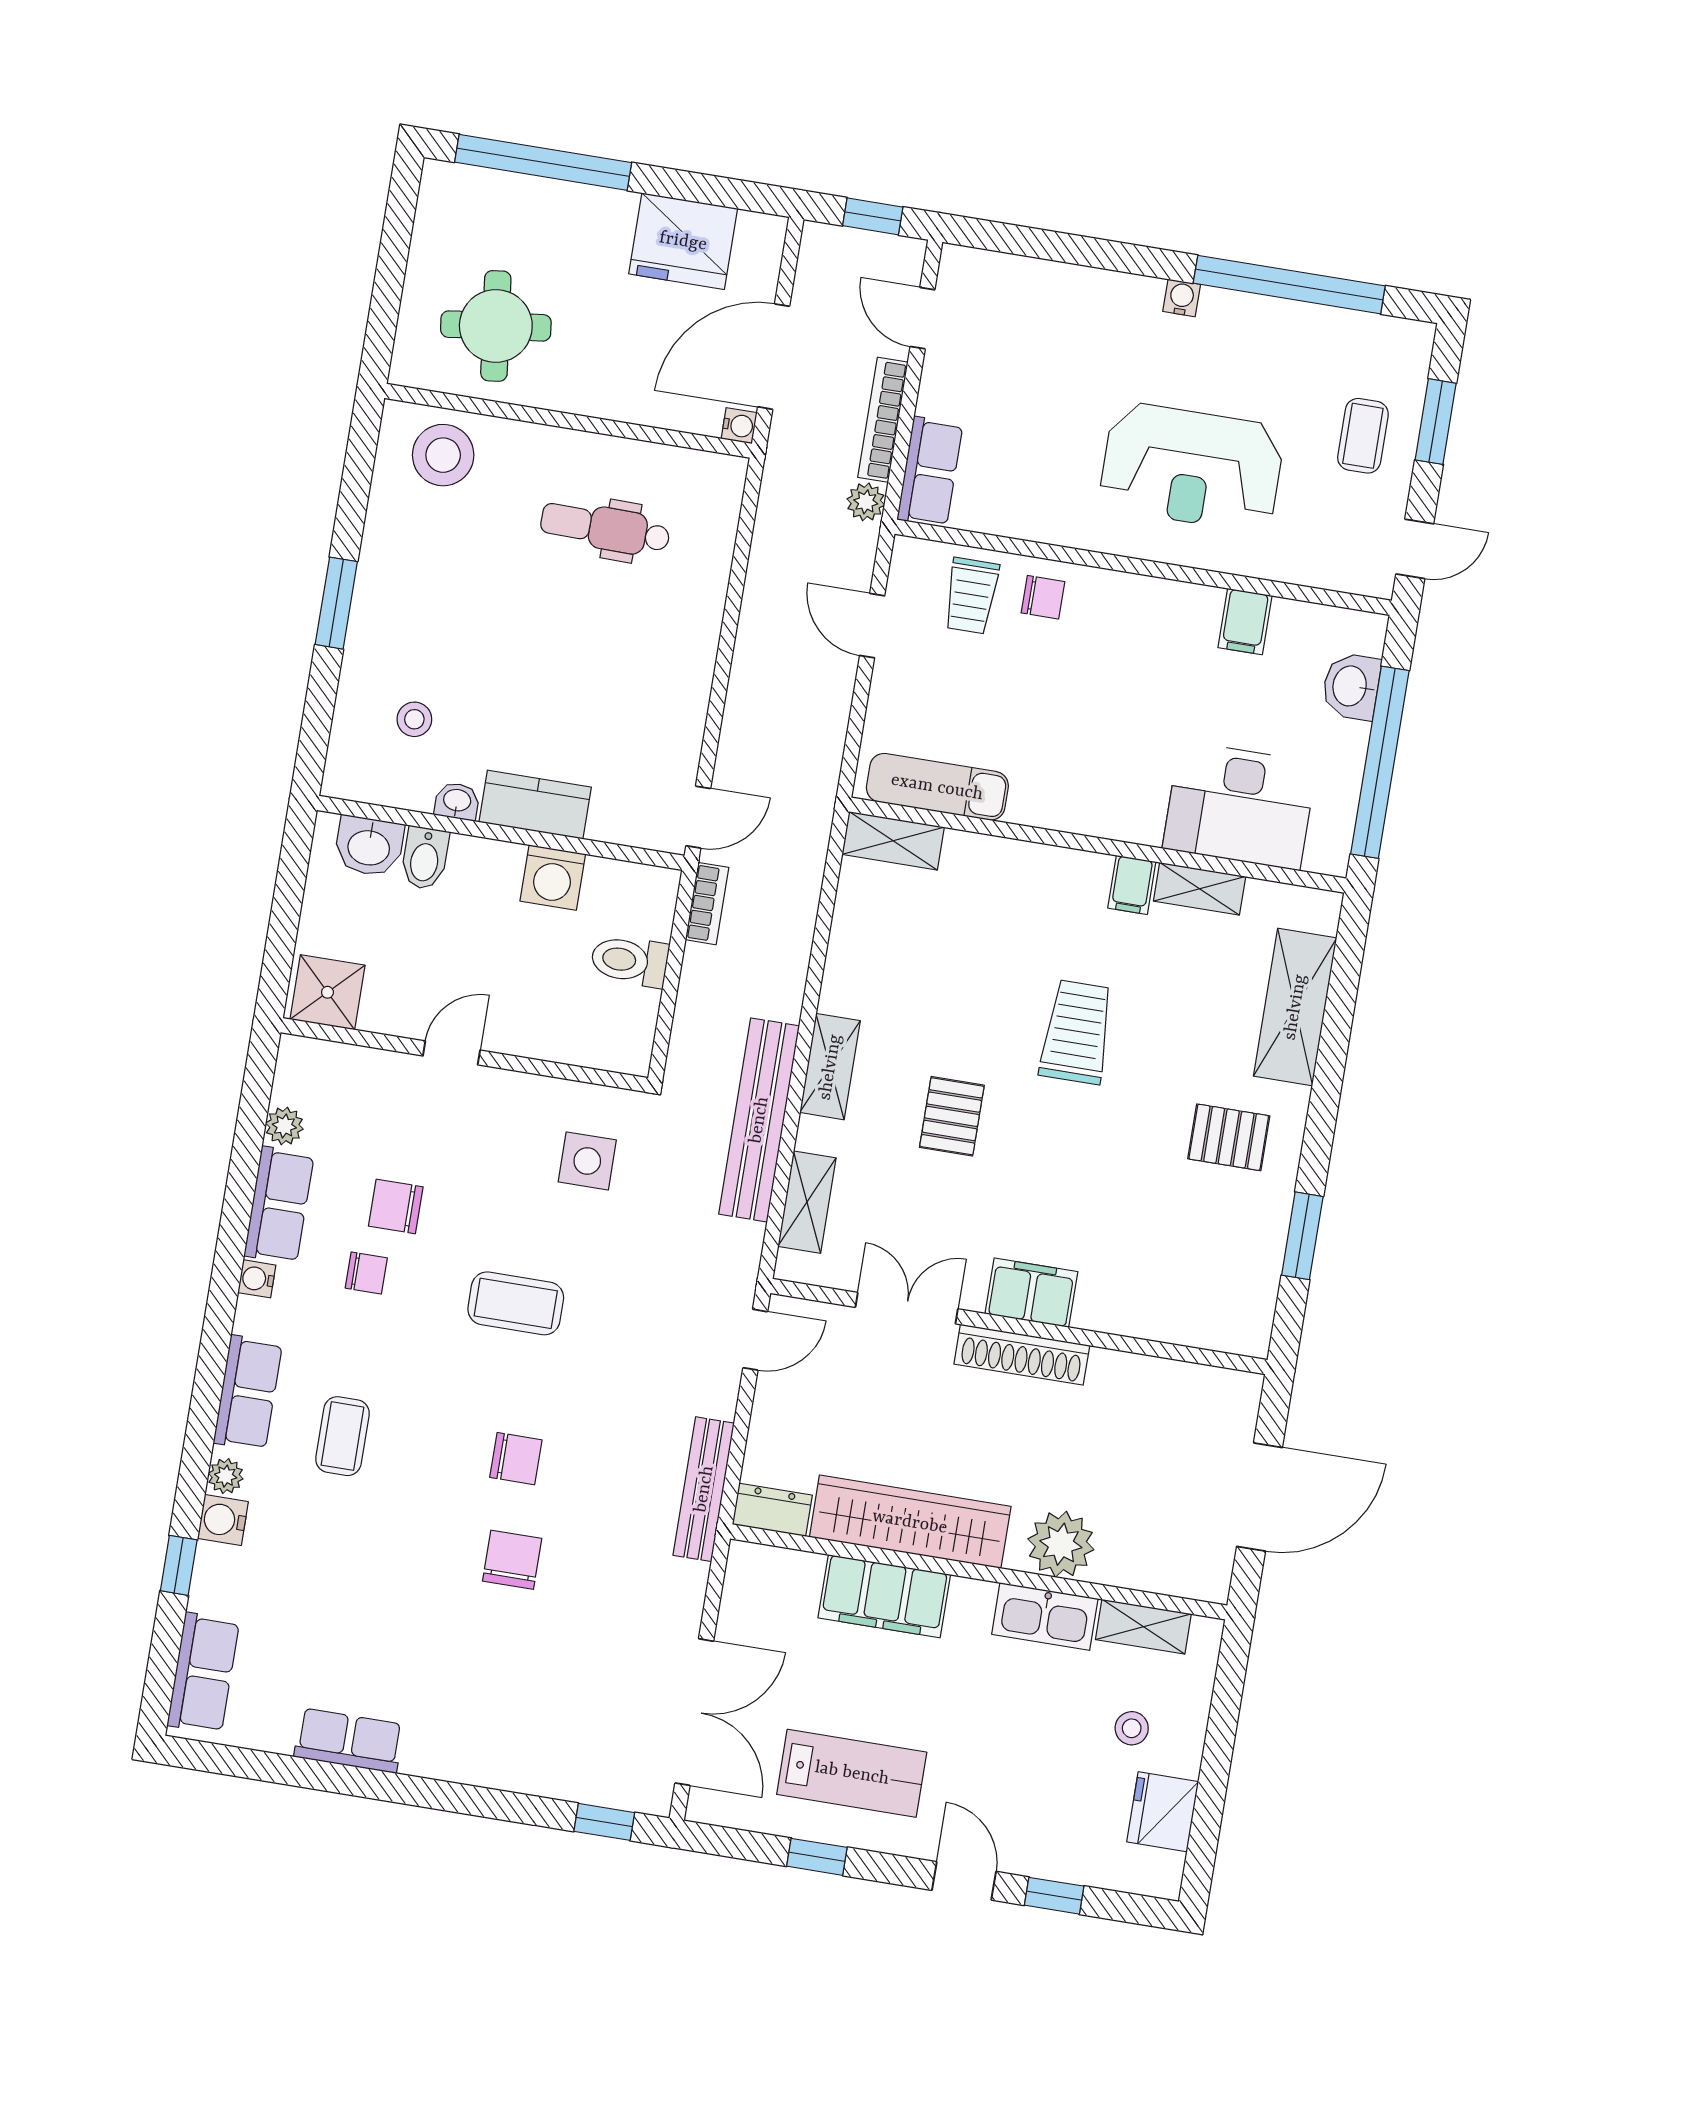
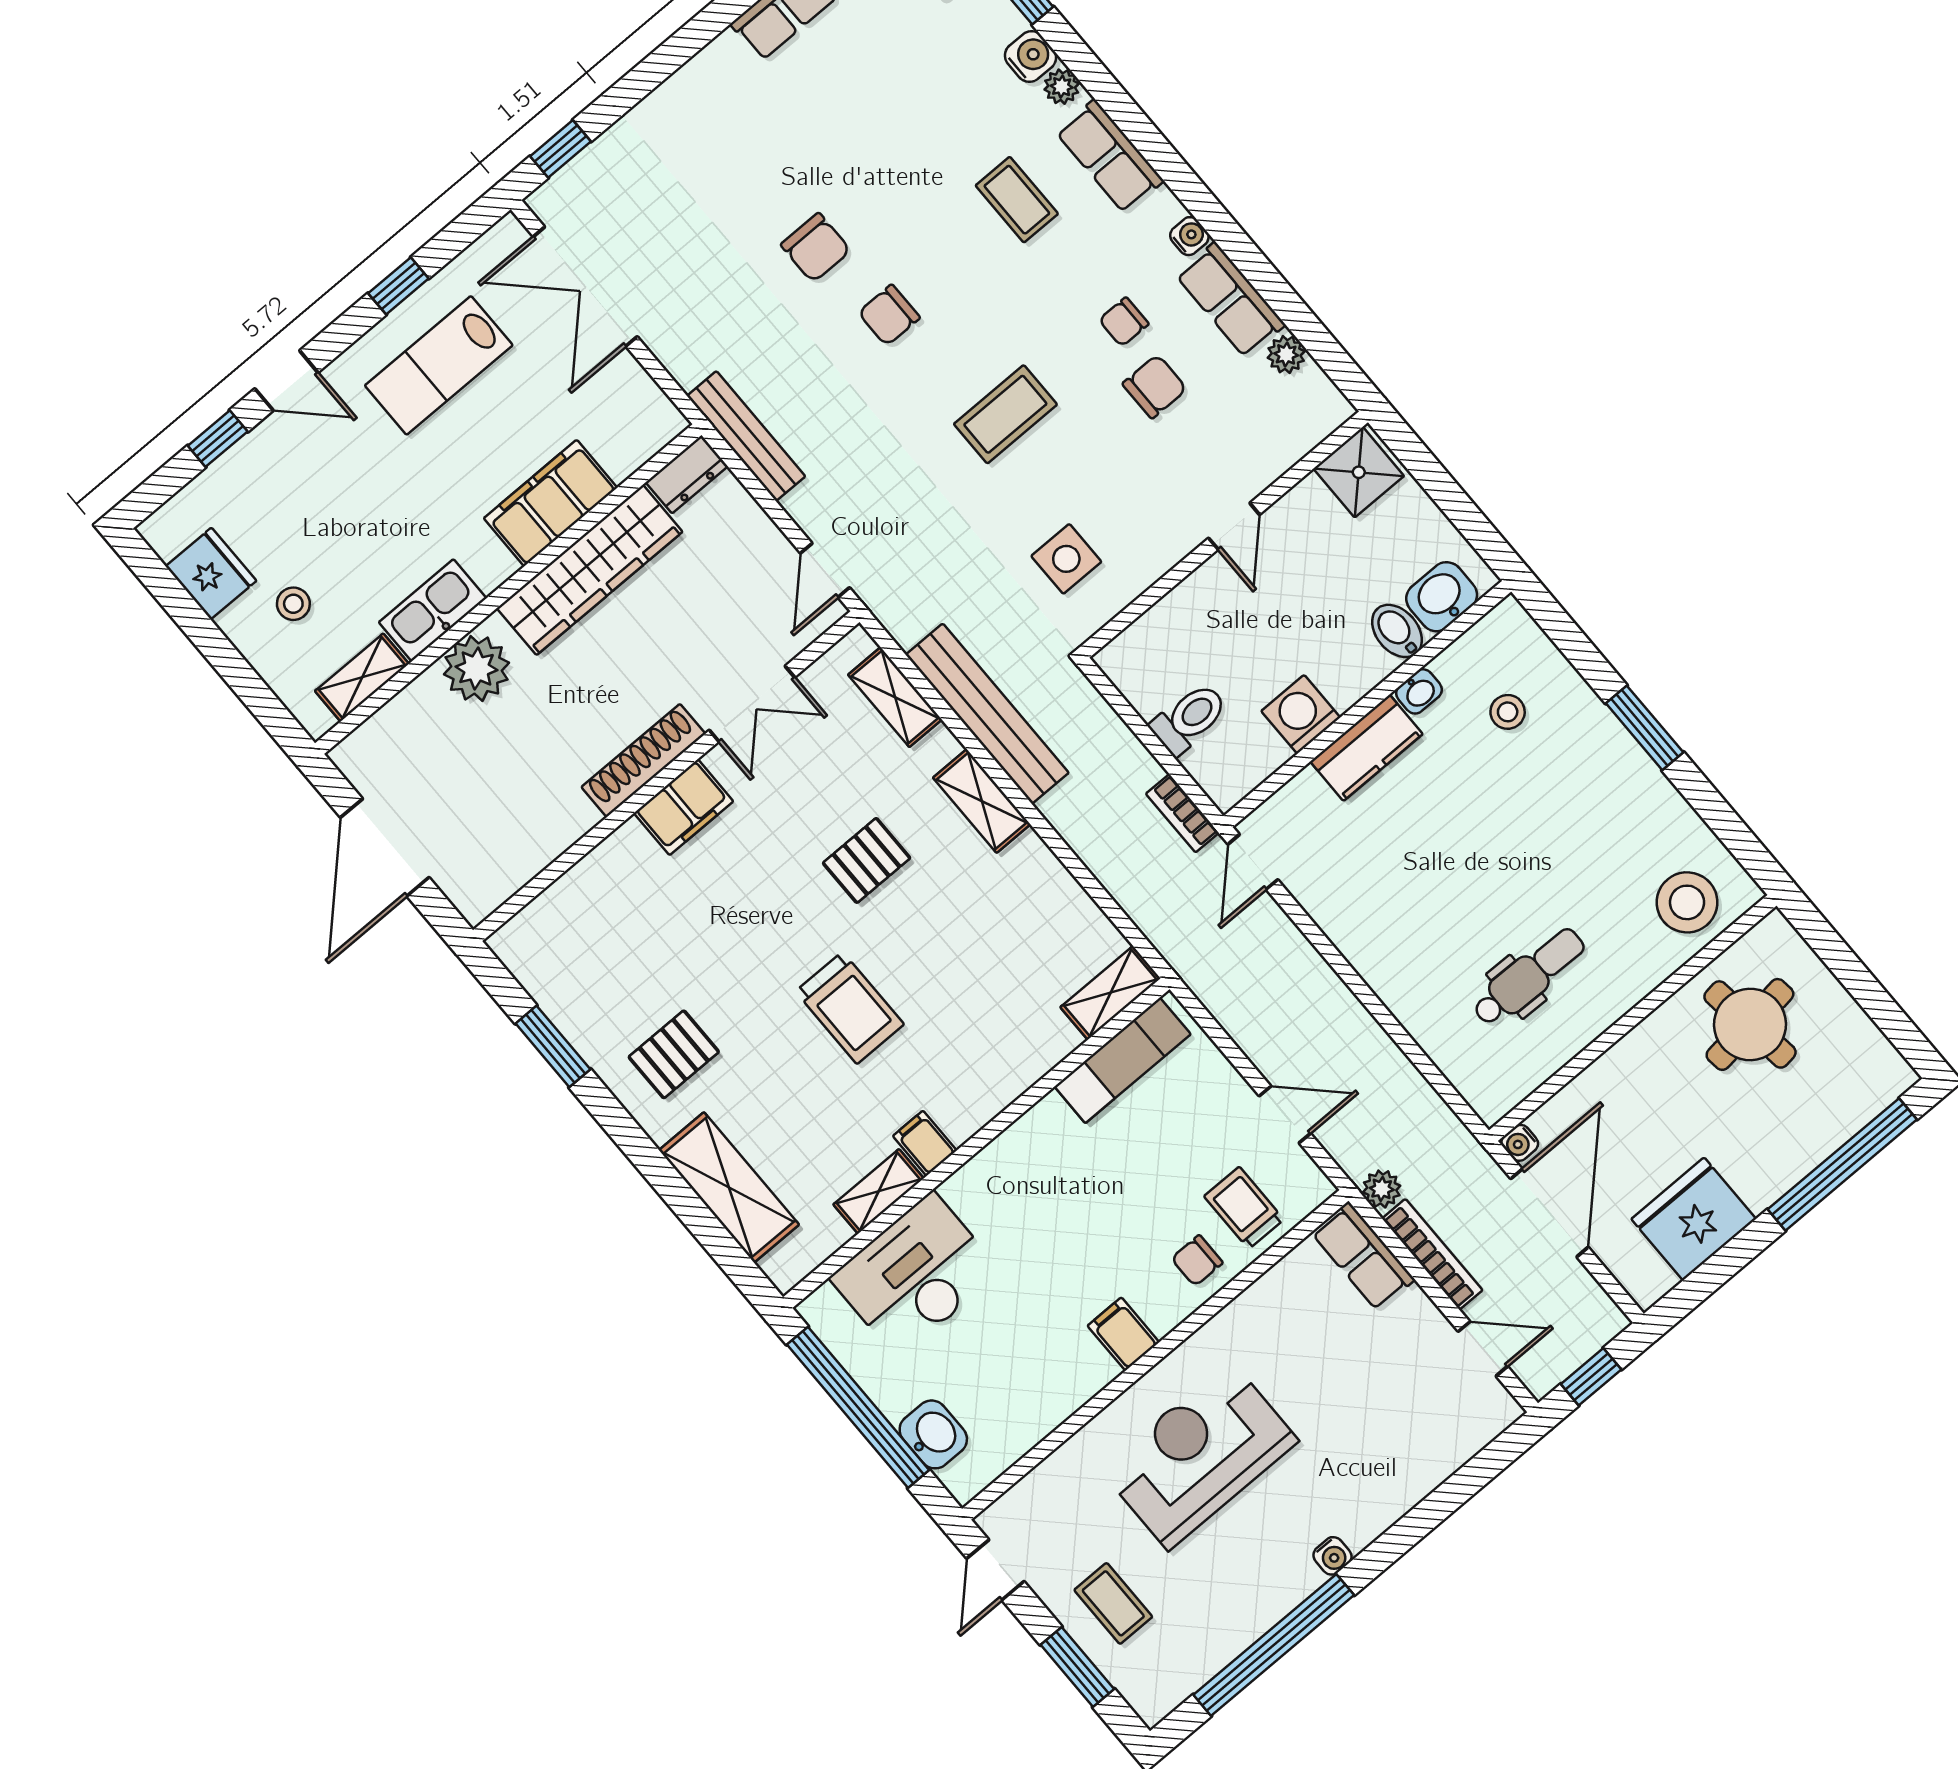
filing cabinet: (1245, 622) -> (1123, 1334), moved
pallet: (952, 1116) -> (867, 860), turned 90

